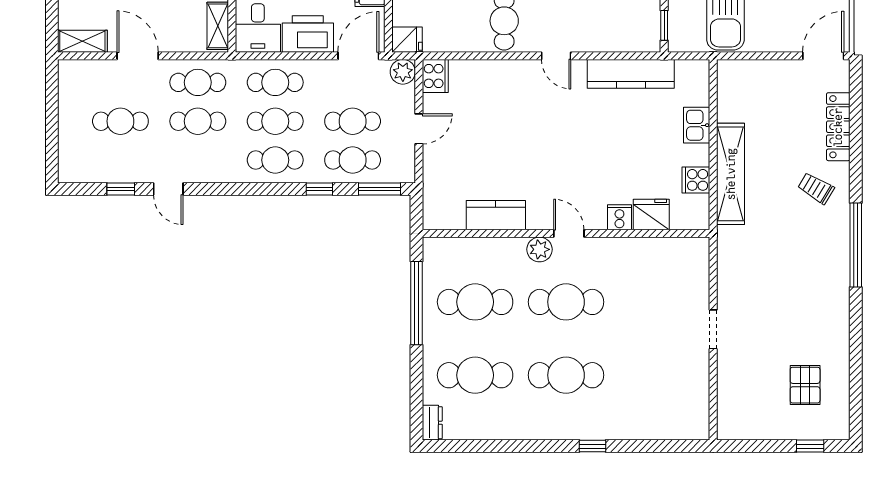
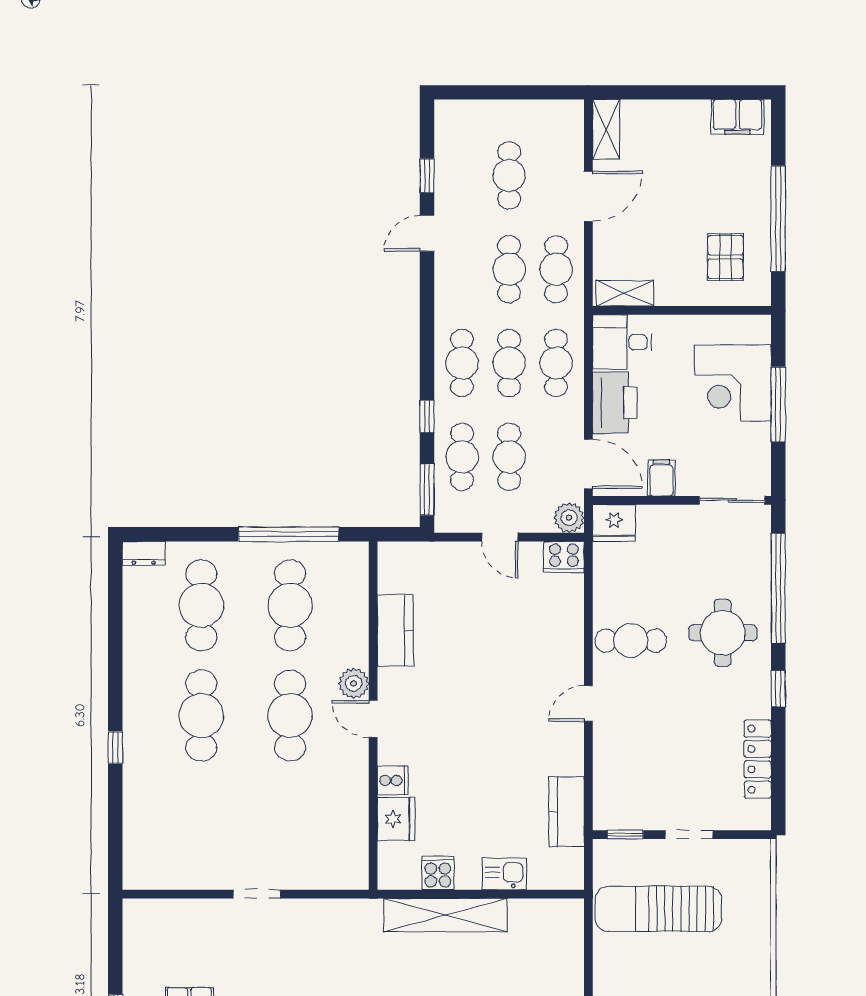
fridge: (407, 40) -> (614, 523), width x1.38
kitchen counter: (631, 74) -> (567, 812), width x0.67
door: (569, 233) -> (373, 719), swing flipped

